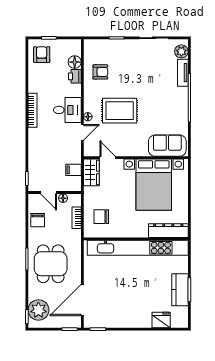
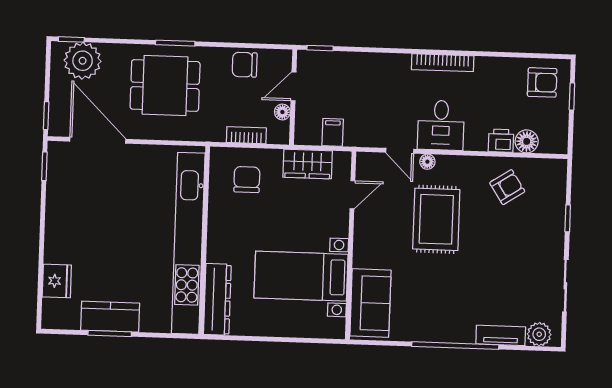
armchair: (100, 72) -> (507, 187), turned -123
wardrobe: (91, 172) -> (308, 164), moved
bed with nightstands: (154, 185) -> (301, 276), width x0.73

